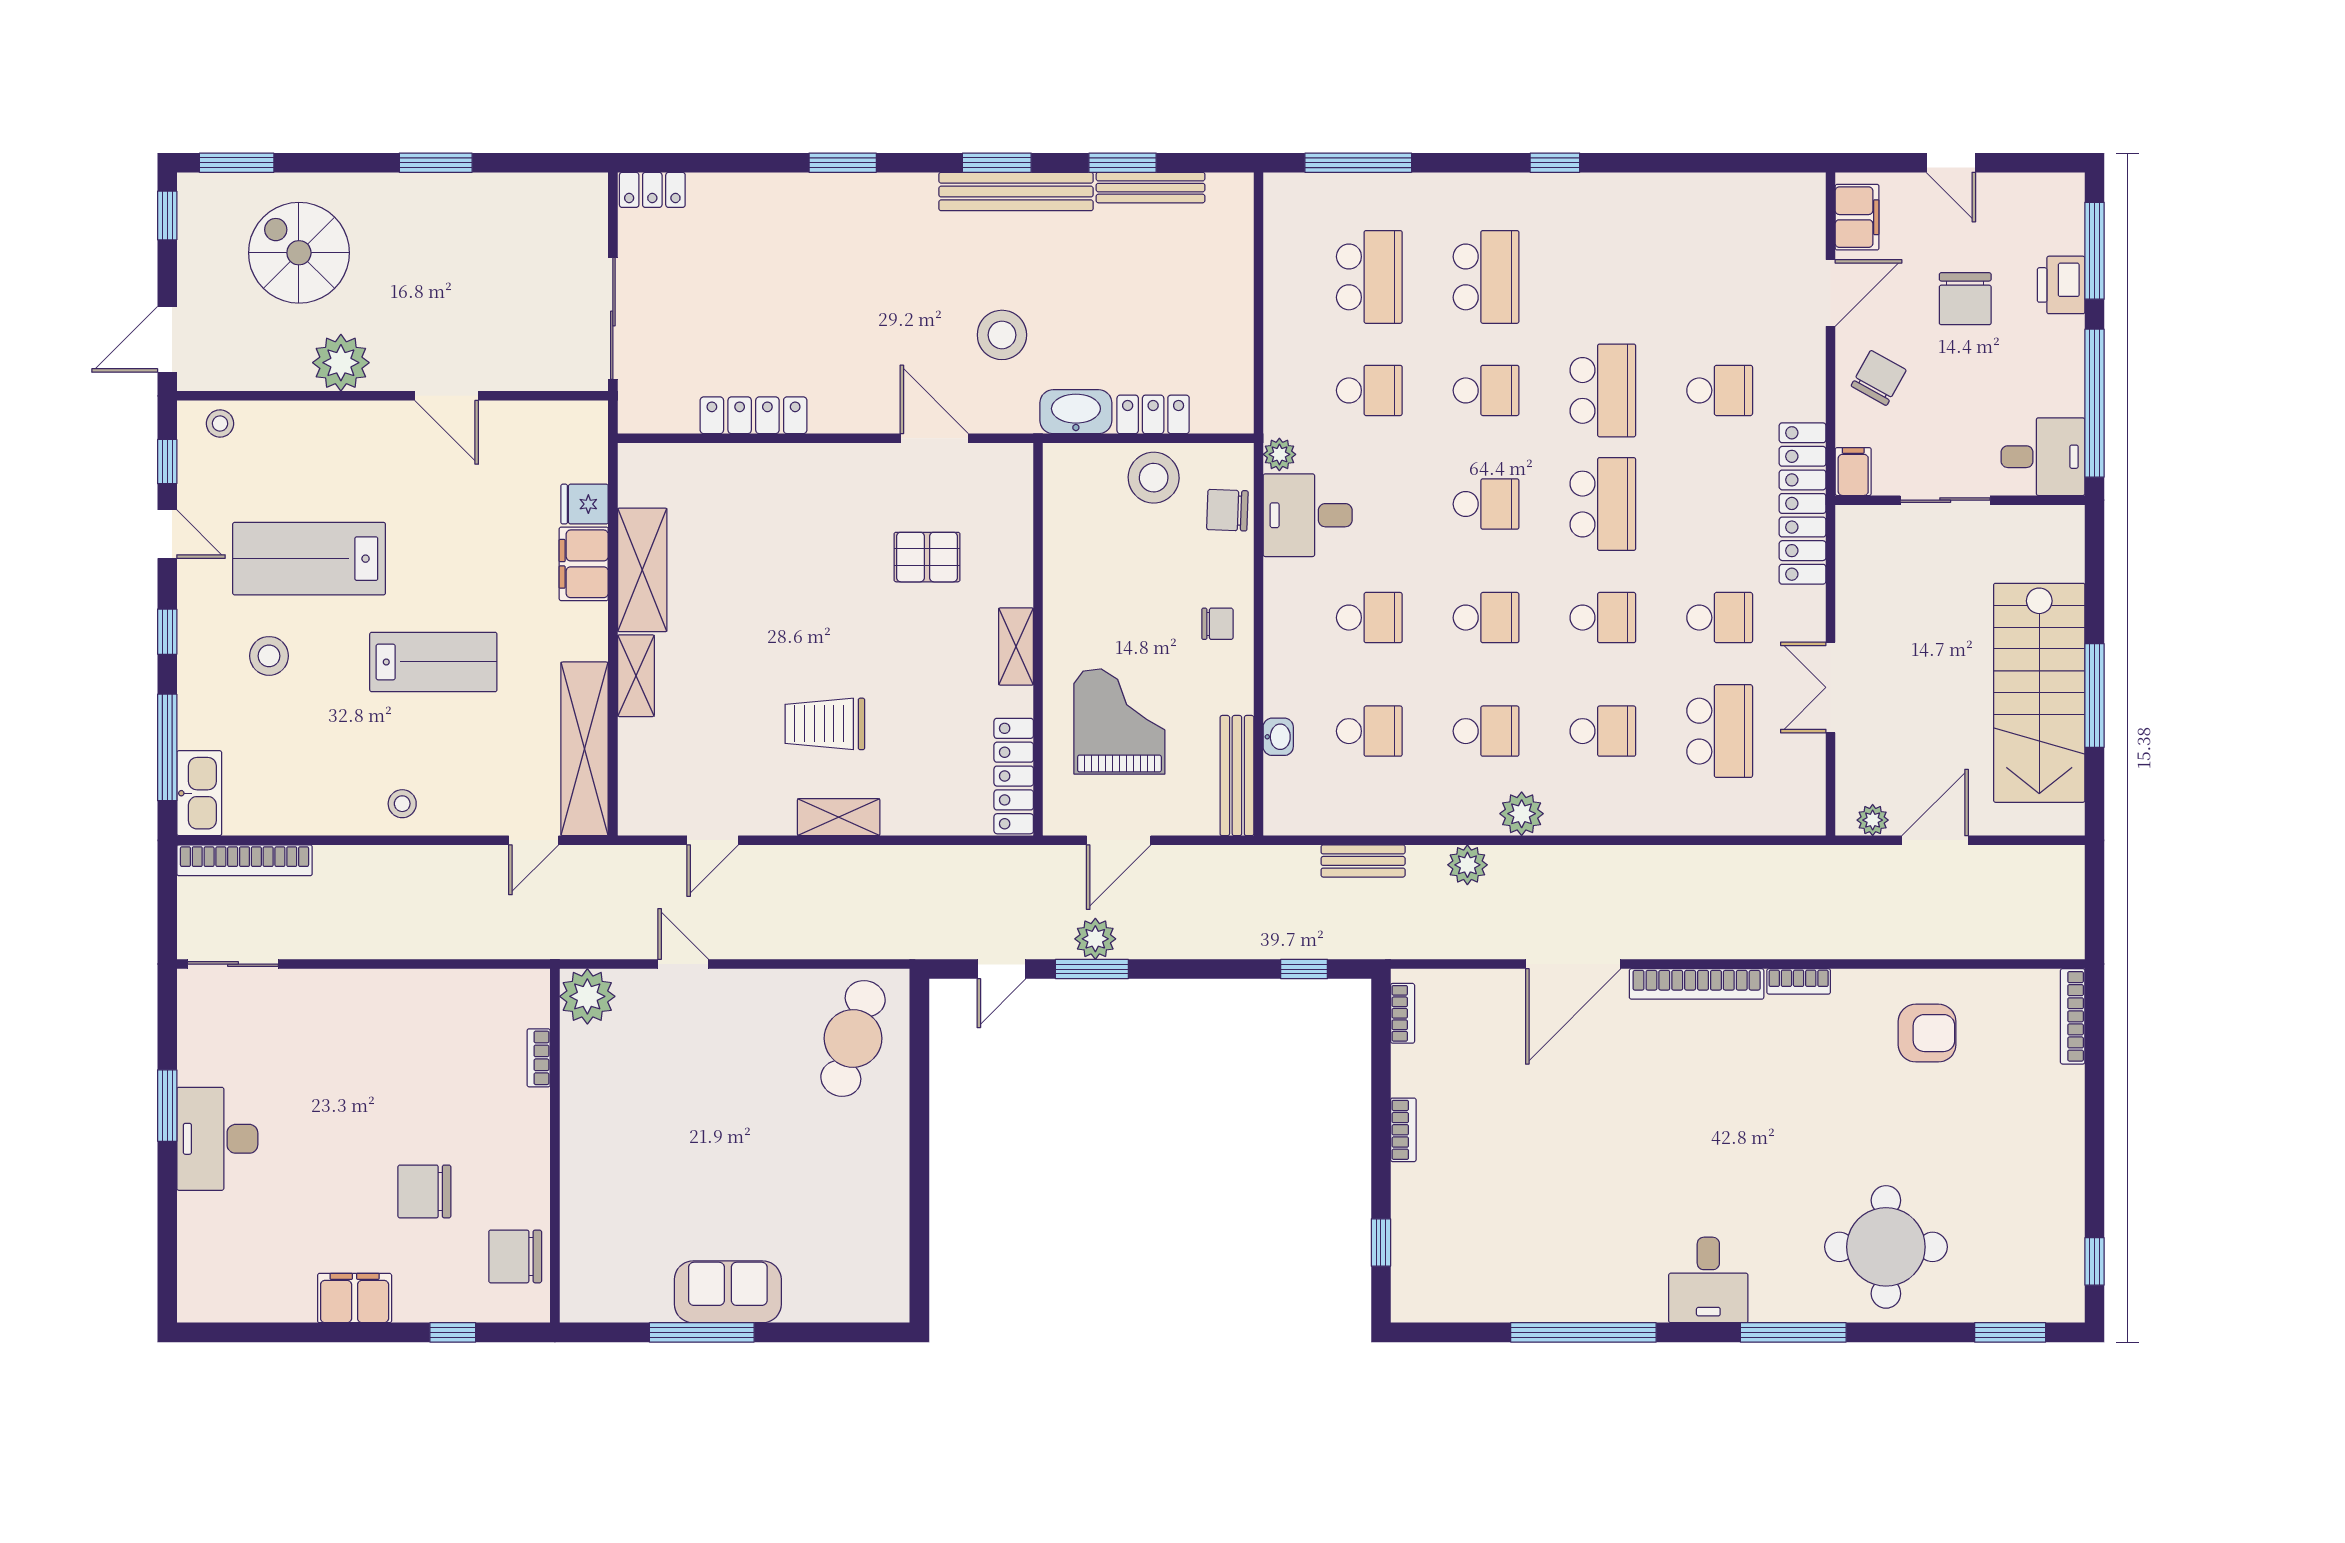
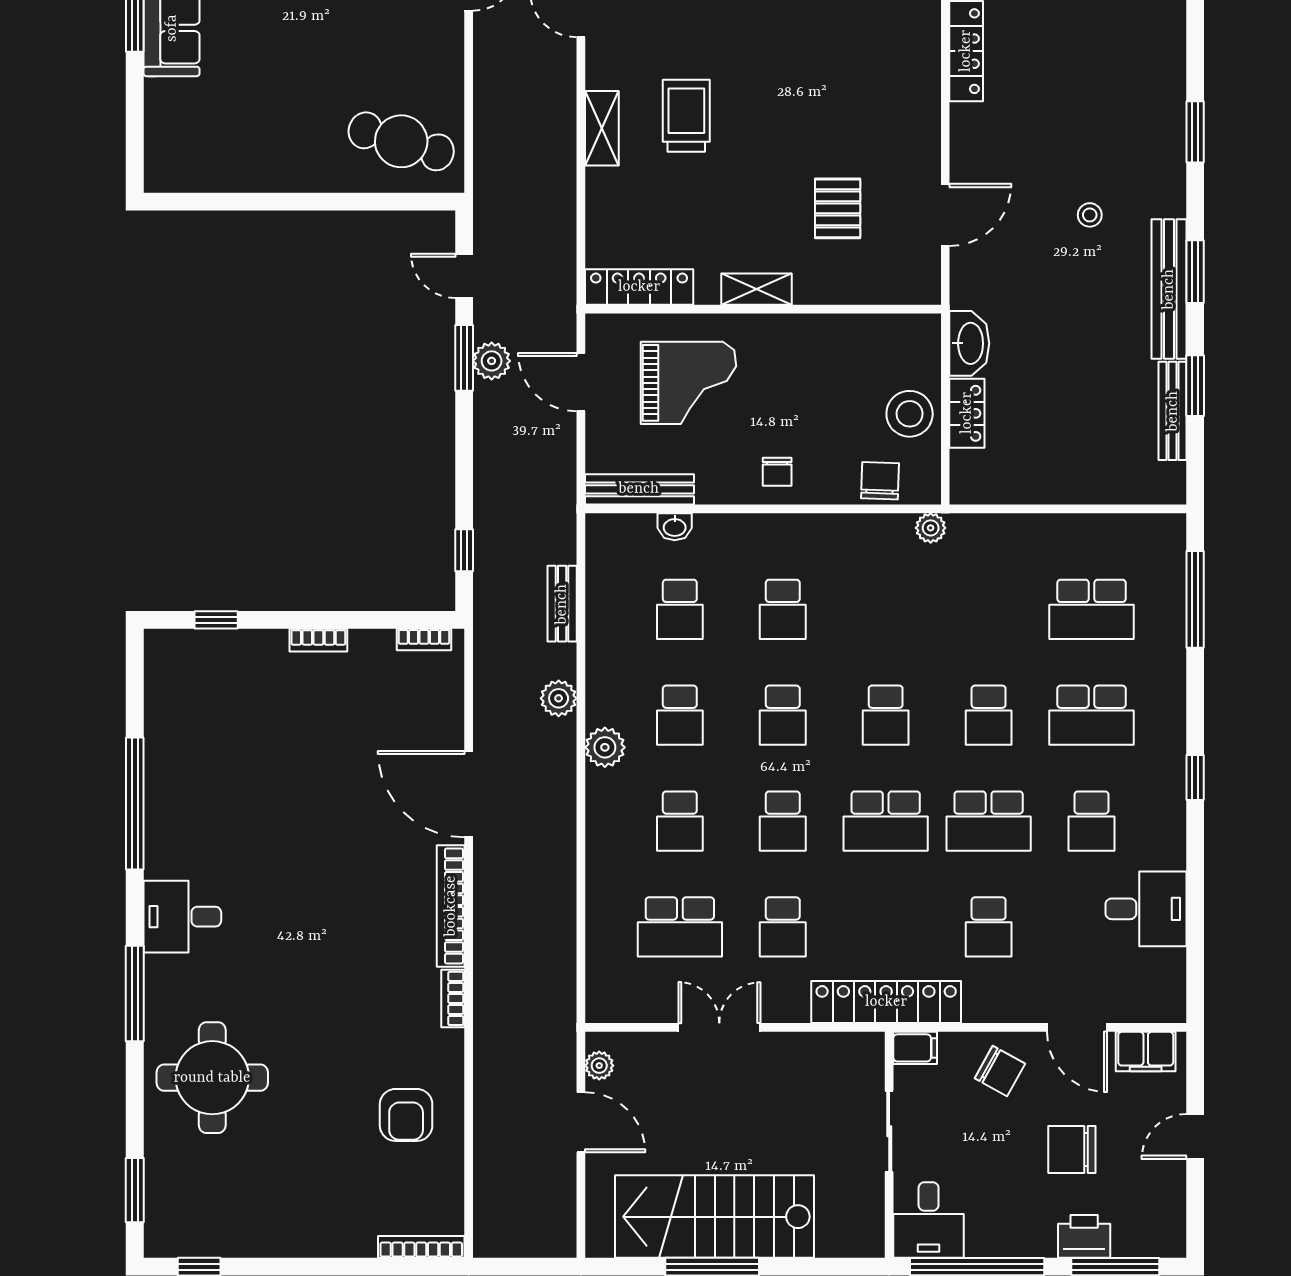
stool: (1002, 335) -> (1090, 215), moved, width x0.53, depth x0.53
school desk: (1369, 390) -> (1092, 821), moved
desk: (1308, 515) -> (1146, 909), moved, turned 90

